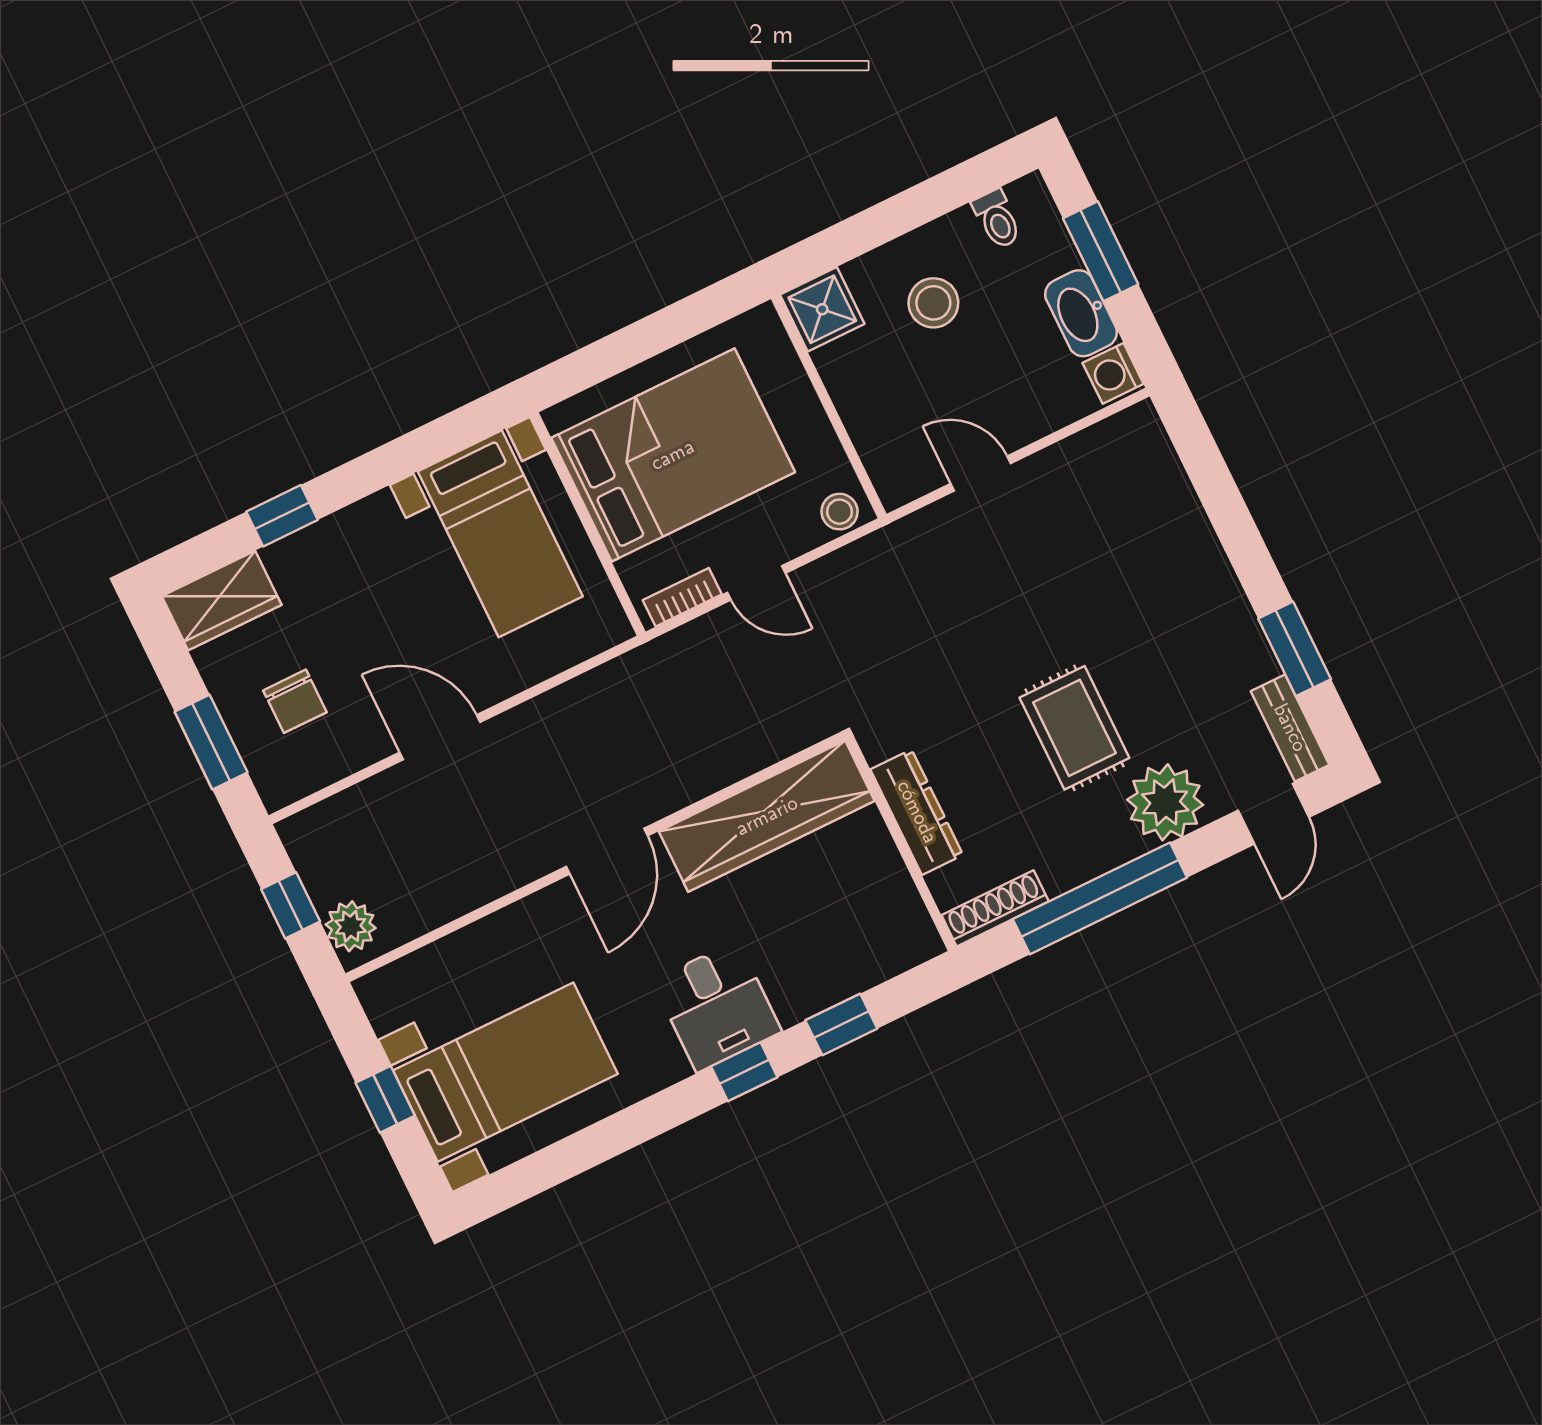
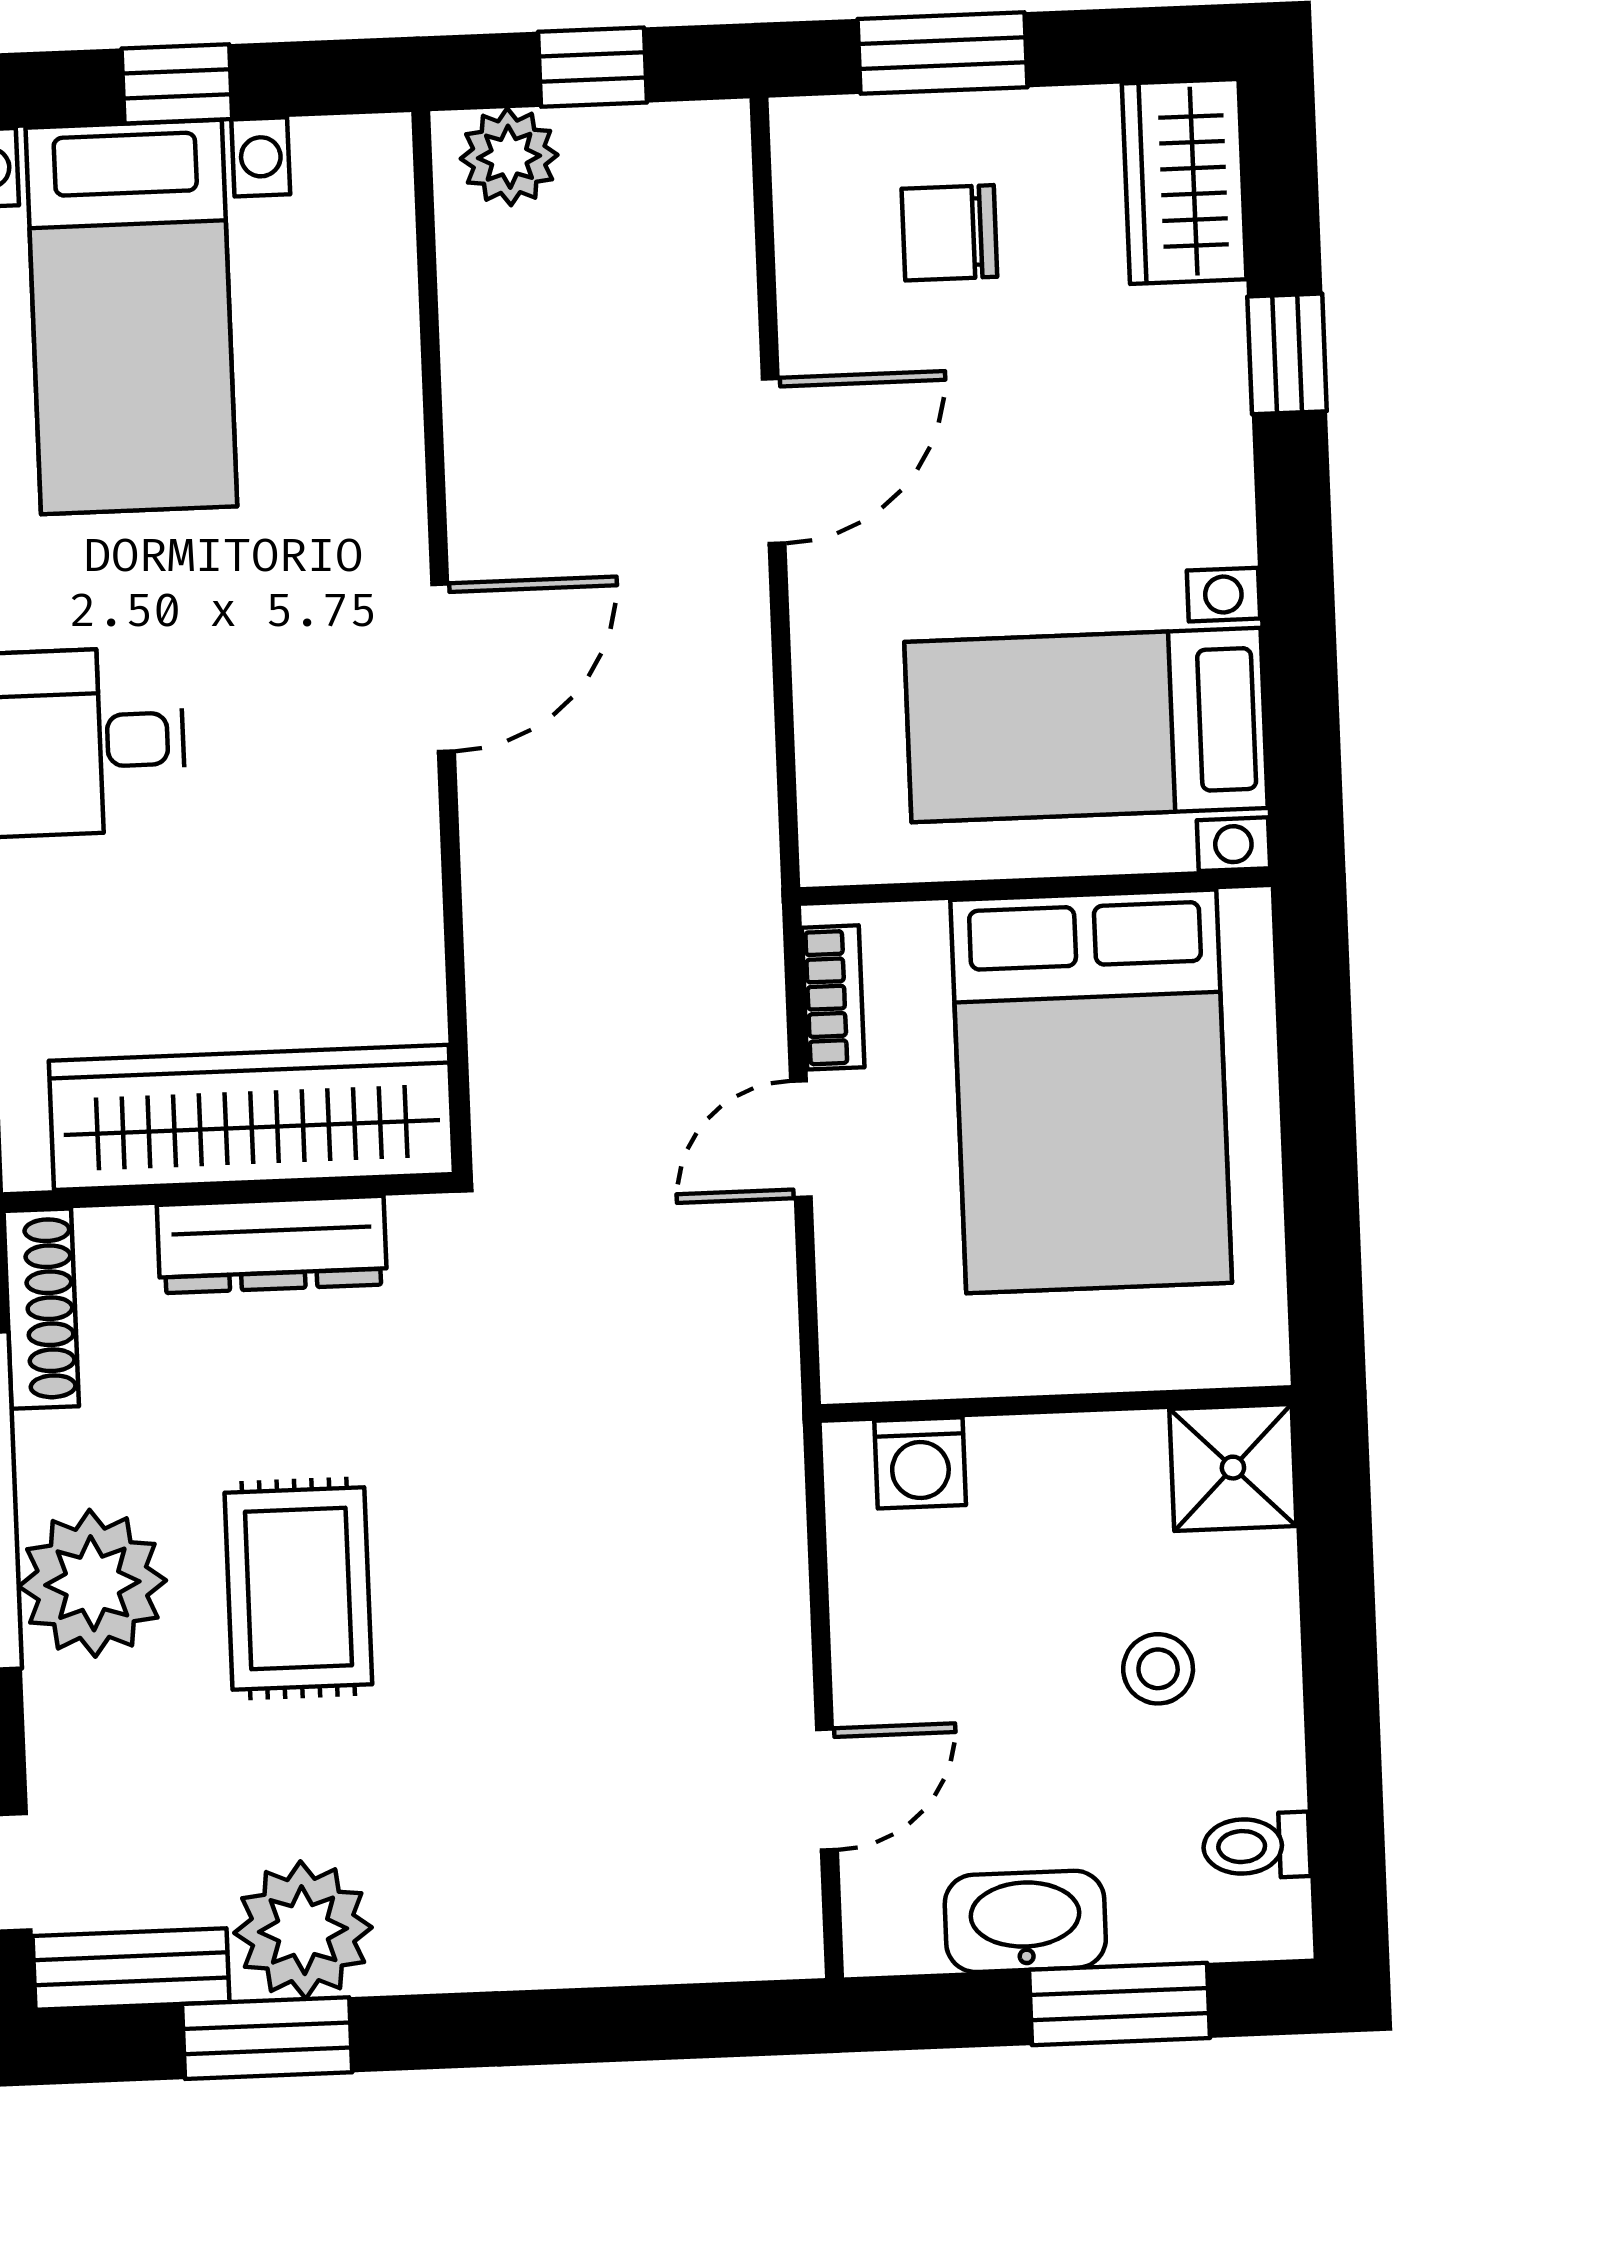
stool: (933, 303) -> (1158, 1669), width x0.73, depth x0.73
washing machine: (1113, 373) -> (920, 1463), moved, turned 180
door: (981, 474) -> (827, 1789), moved
stool: (840, 512) -> (862, 1341), removed
plant: (1236, 654) -> (303, 1930), added
rug: (1074, 728) -> (298, 1589), turned 90
plant: (1165, 802) -> (92, 1583), moved
wardrobe: (767, 816) -> (251, 1117), moved, turned 90
door: (607, 851) -> (443, 668), swing flipped

